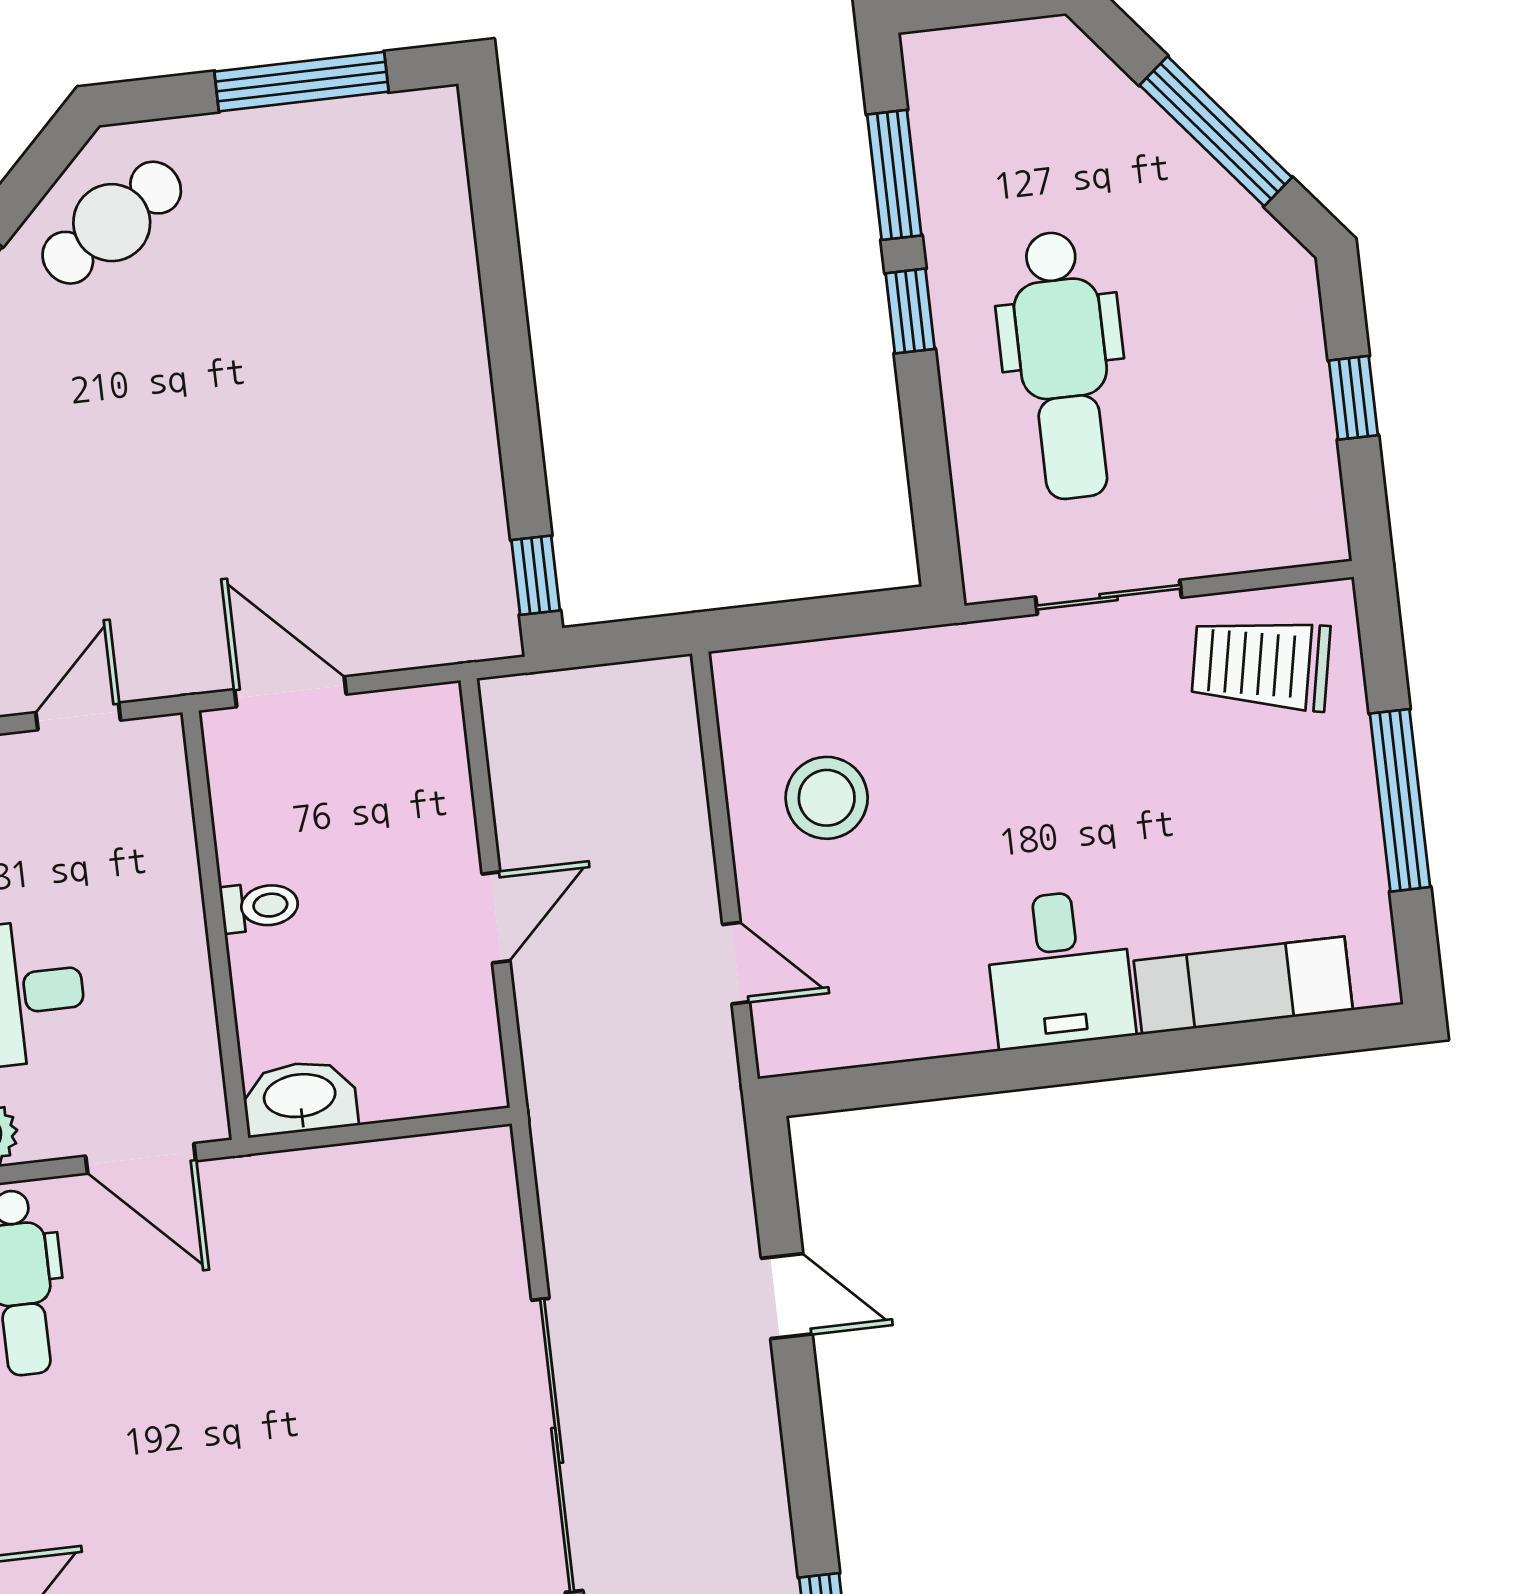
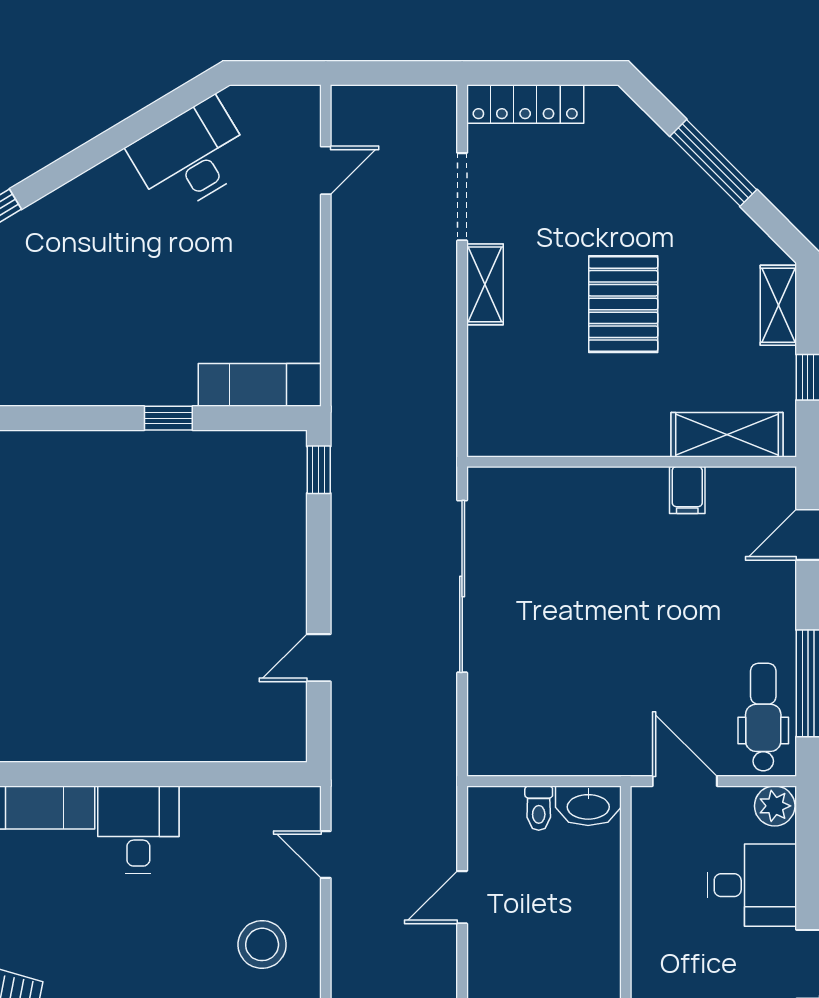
toilet: (260, 906) -> (539, 808), moved, turned -90
door: (787, 1296) -> (319, 658), hinge flipped

